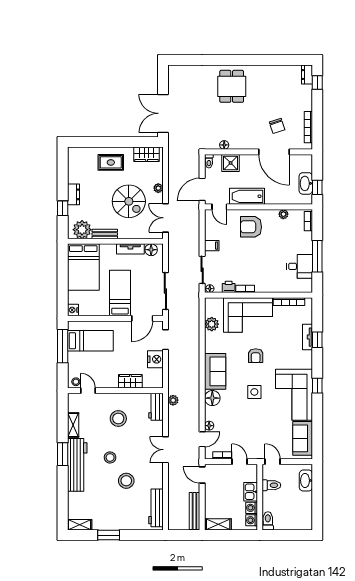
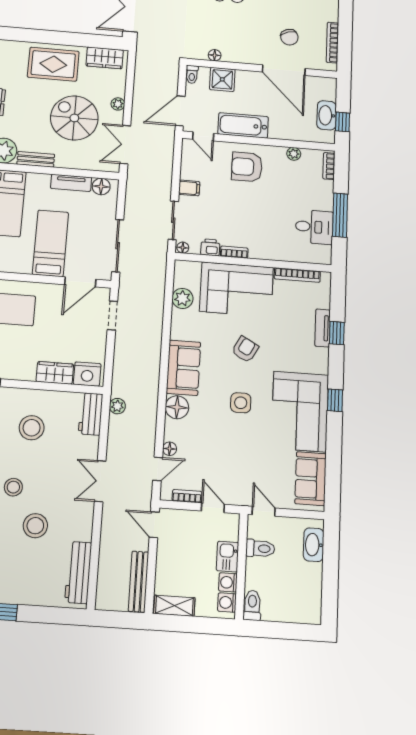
rug: (111, 162) -> (53, 64), width x1.36, depth x1.43
spiral stairs: (129, 201) -> (74, 118), turned 180
armchair: (256, 356) -> (245, 349), turned -151
nightstand: (155, 359) -> (87, 374), moved, turned 90

